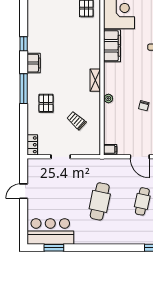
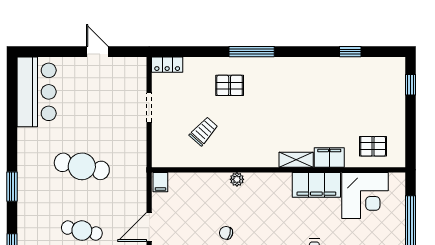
window: (24, 44) -> (350, 52), moved
filing cabinet: (34, 63) -> (329, 157), moved, turned 180
shelving: (95, 80) -> (296, 160), moved
window: (54, 248) -> (12, 187), moved

